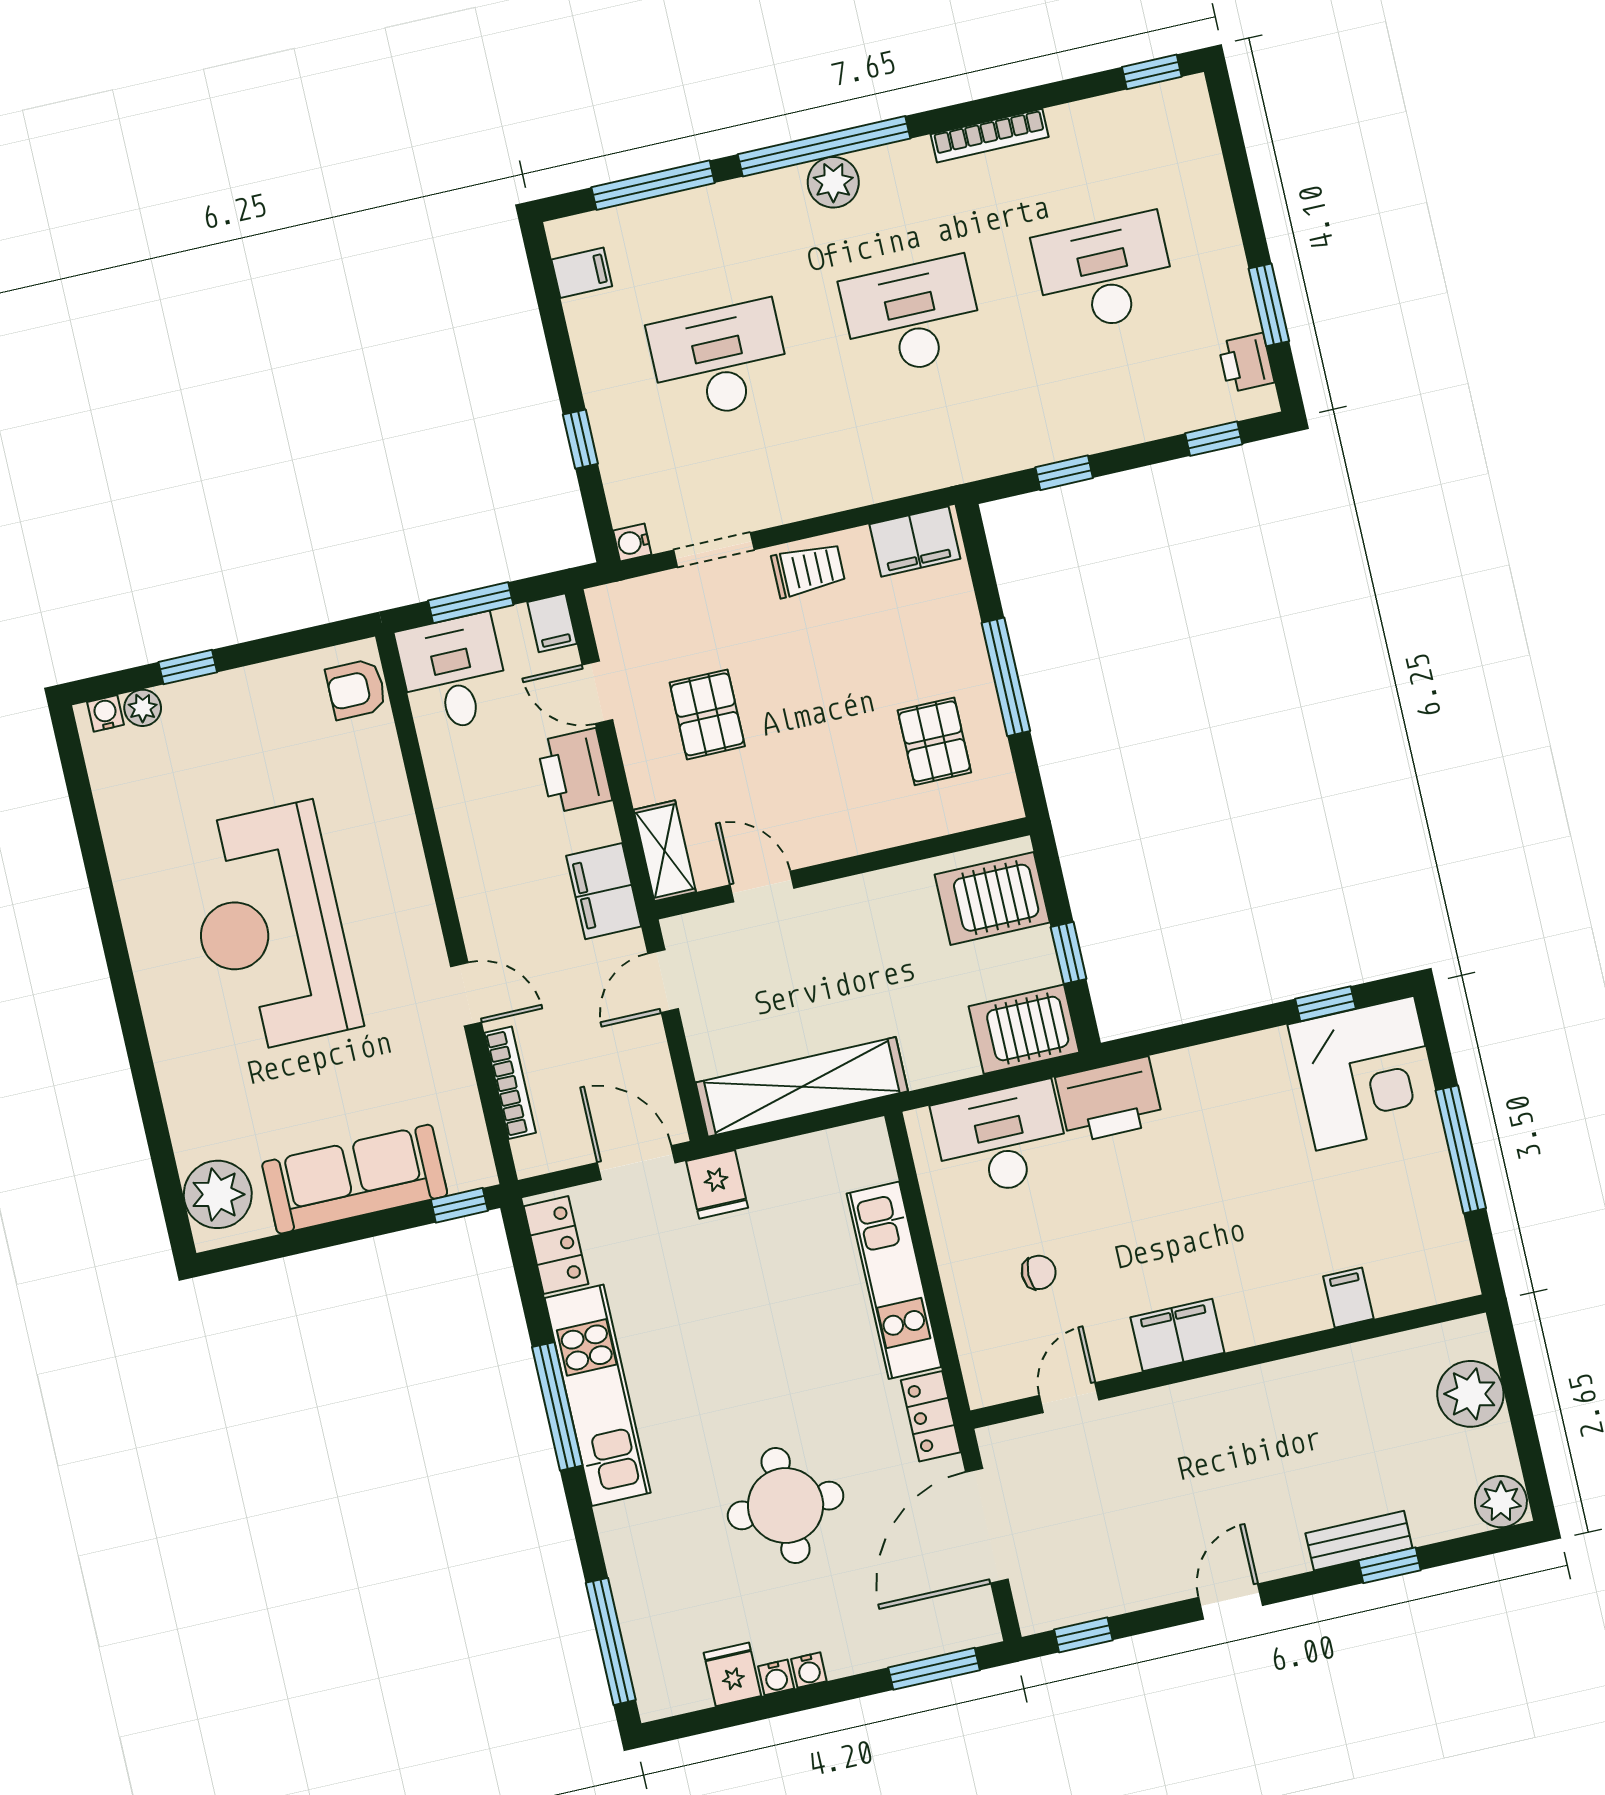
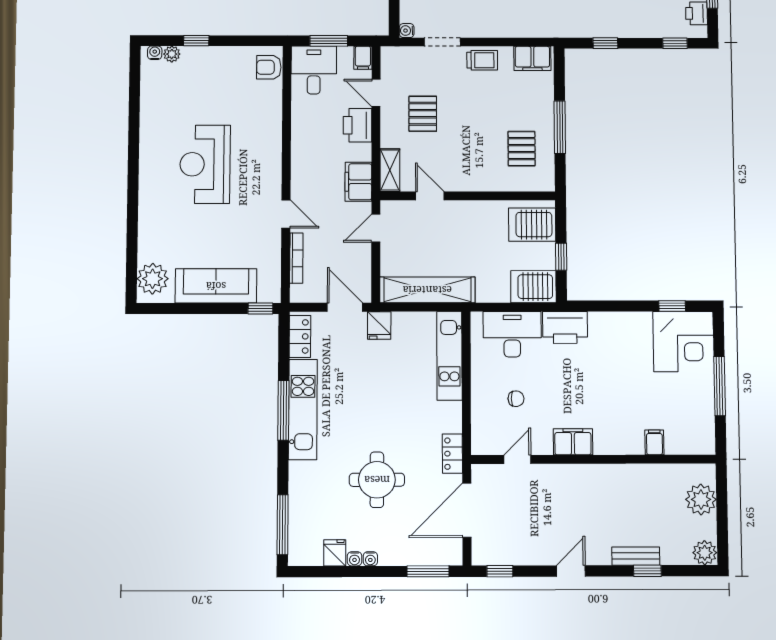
reception desk: (270, 928) -> (205, 164), width x0.74, depth x0.77
kitchen unit: (894, 1280) -> (449, 356), moved

